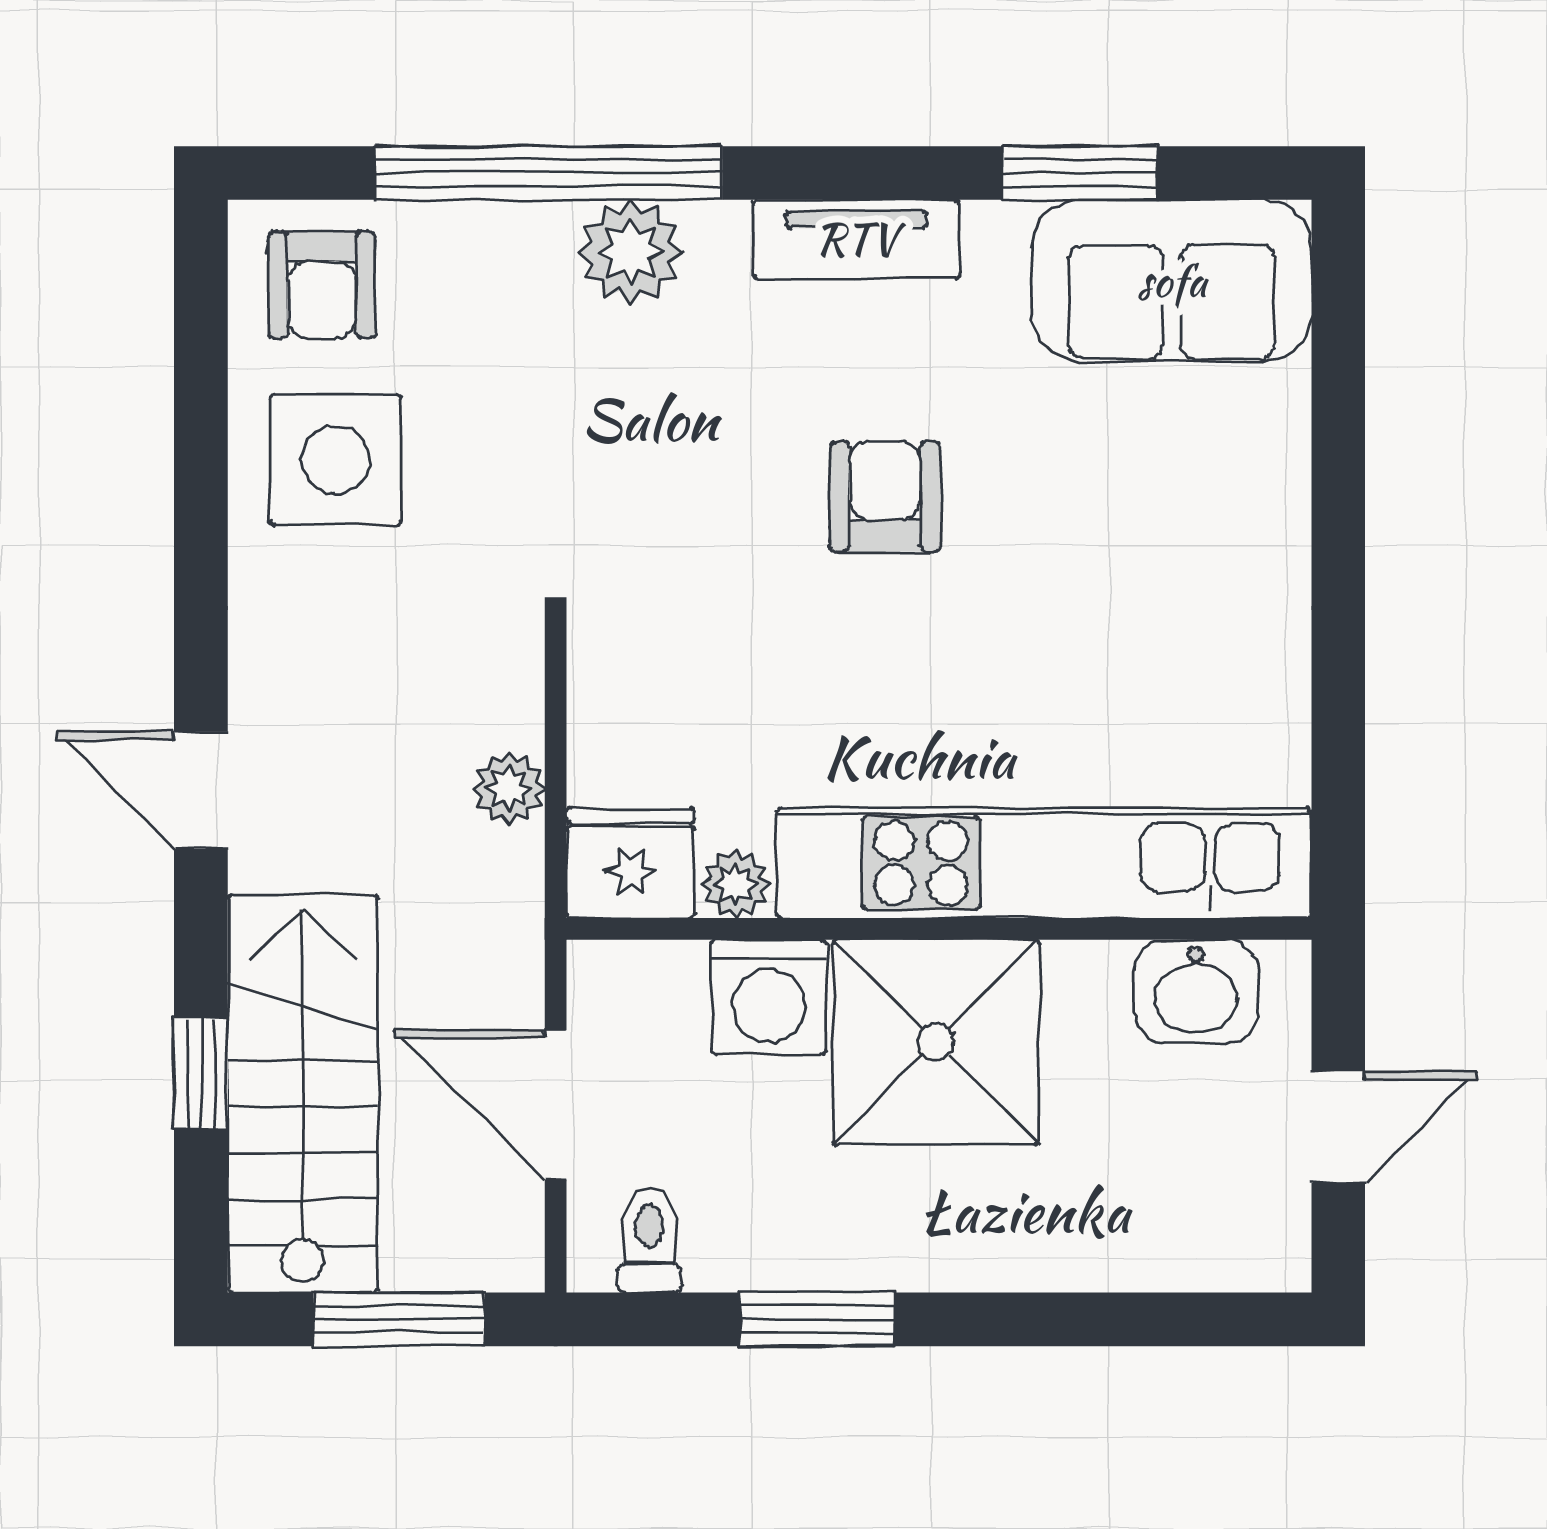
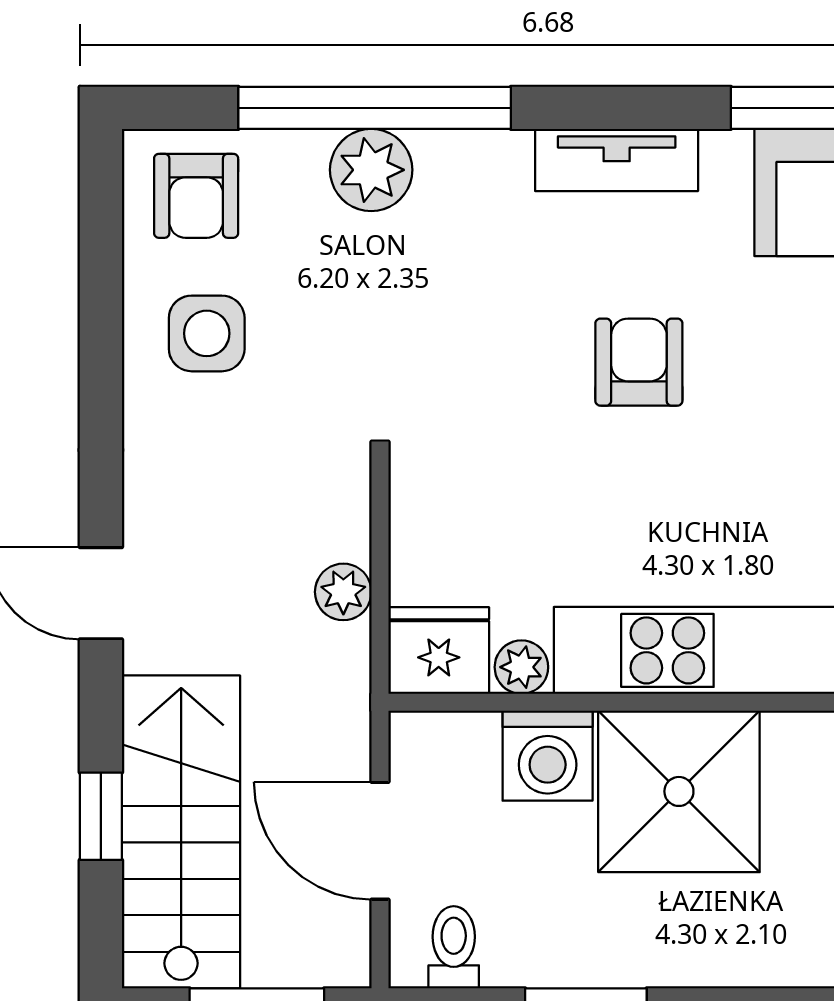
plant: (631, 252) -> (371, 170), moved
side table: (335, 460) -> (207, 333), width x0.73, depth x0.73

